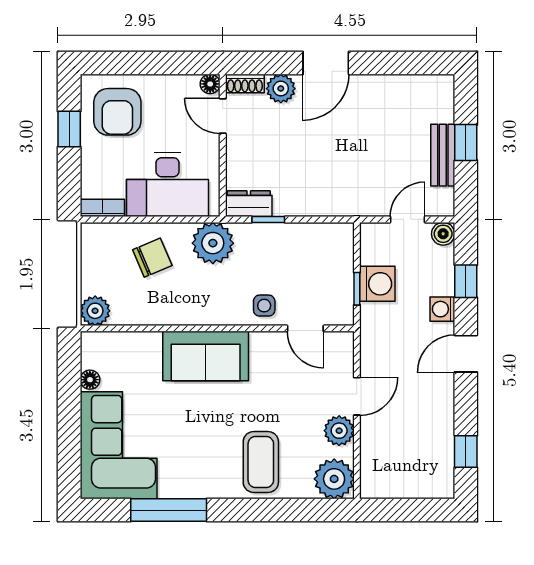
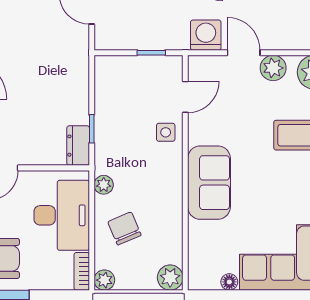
plant: (92, 234) -> (104, 280), added
plant: (213, 243) -> (104, 185), width x0.53, depth x0.53
washing machine: (377, 284) -> (206, 35), moved

